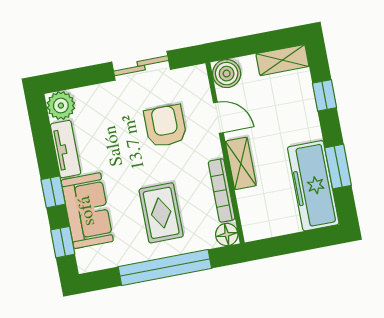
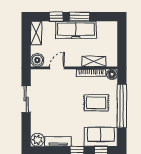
armchair: (165, 126) -> (56, 93), removed
shelving: (241, 163) -> (94, 61), moved
window: (338, 167) -> (79, 17), moved
freezer: (313, 186) -> (76, 30), moved
sofa: (87, 211) -> (101, 137), moved

